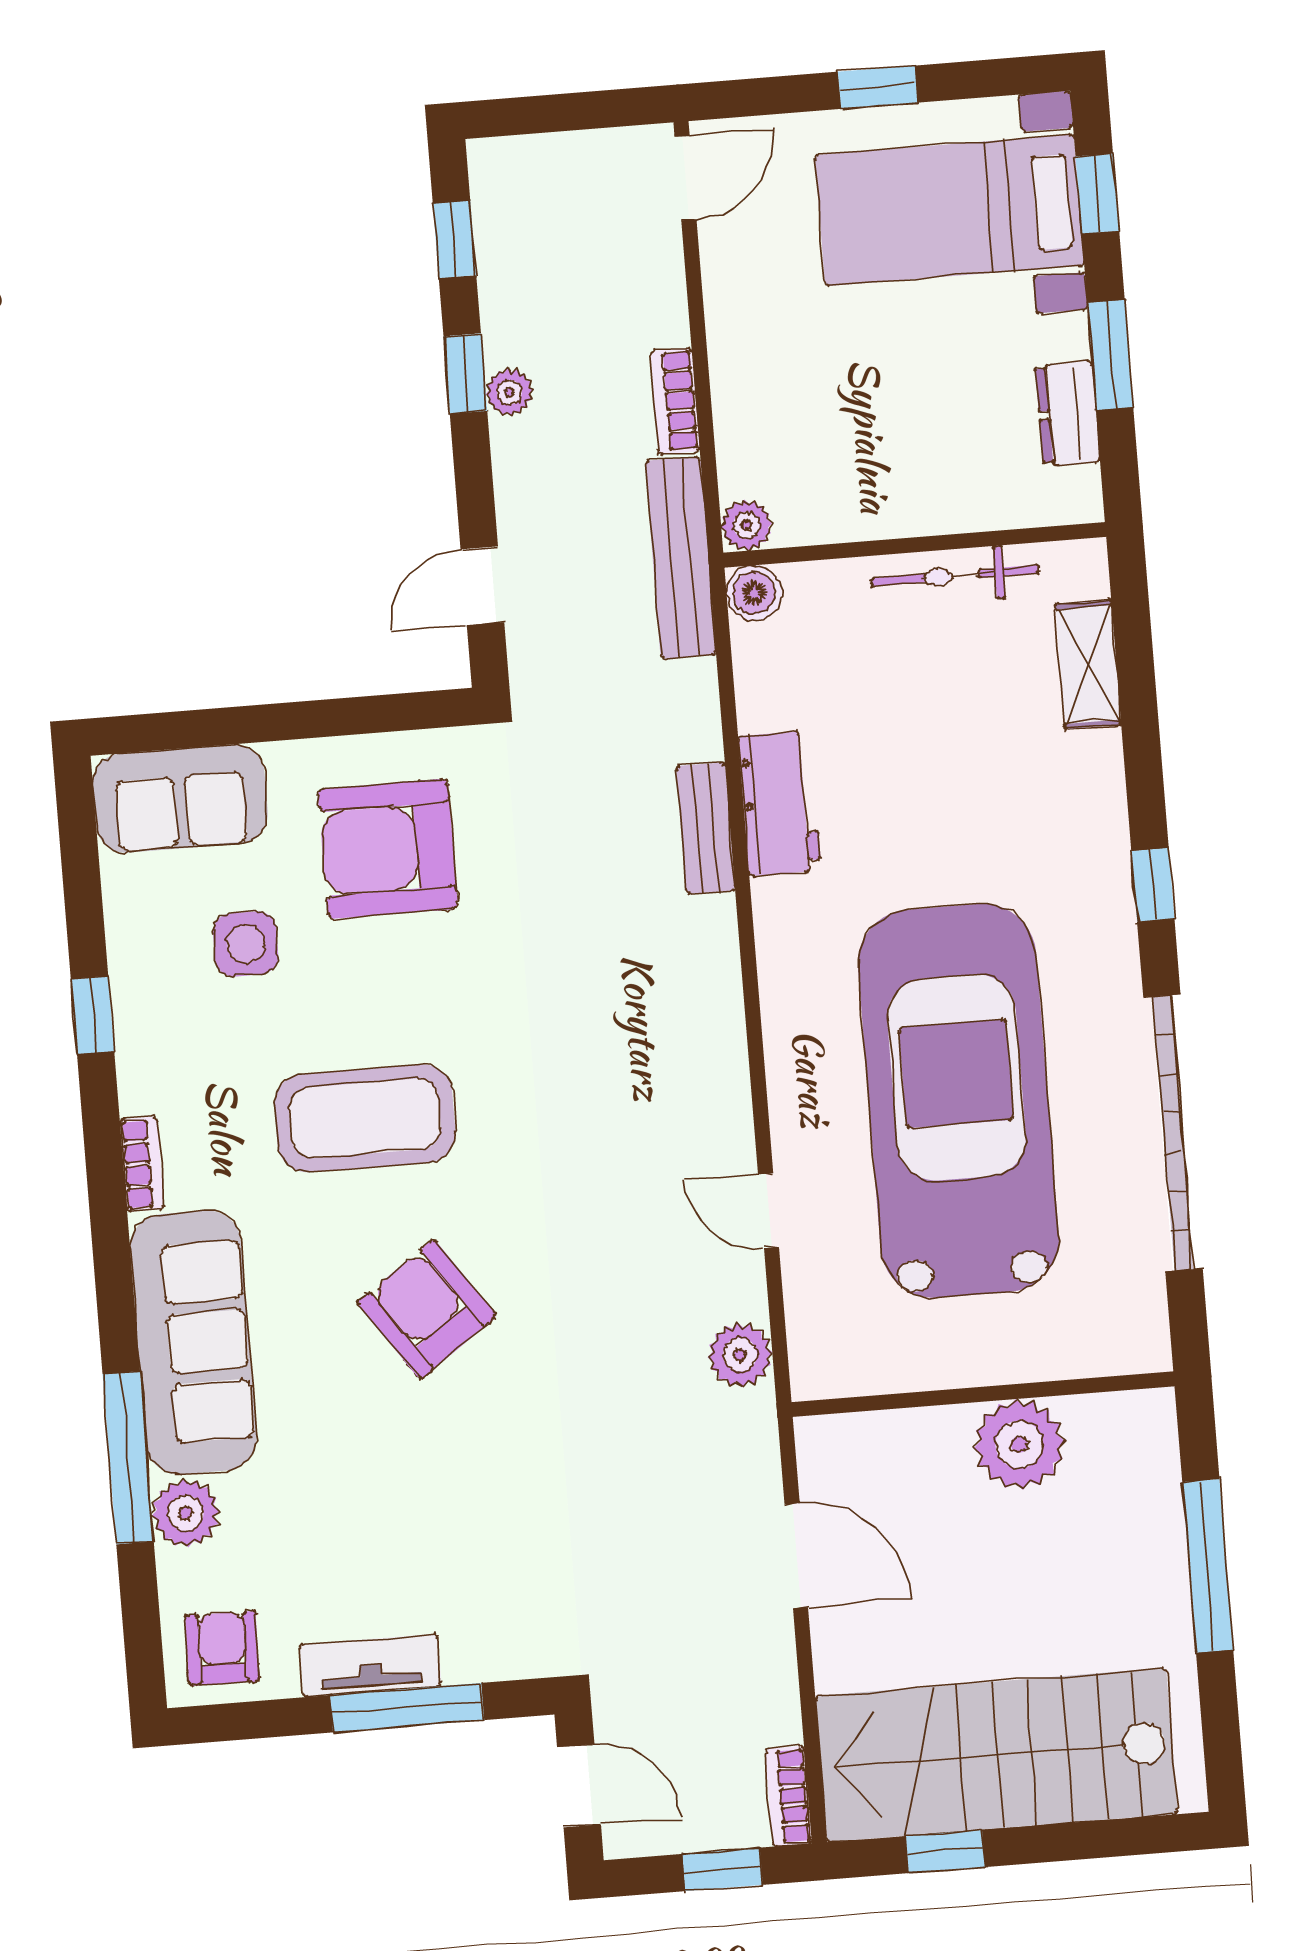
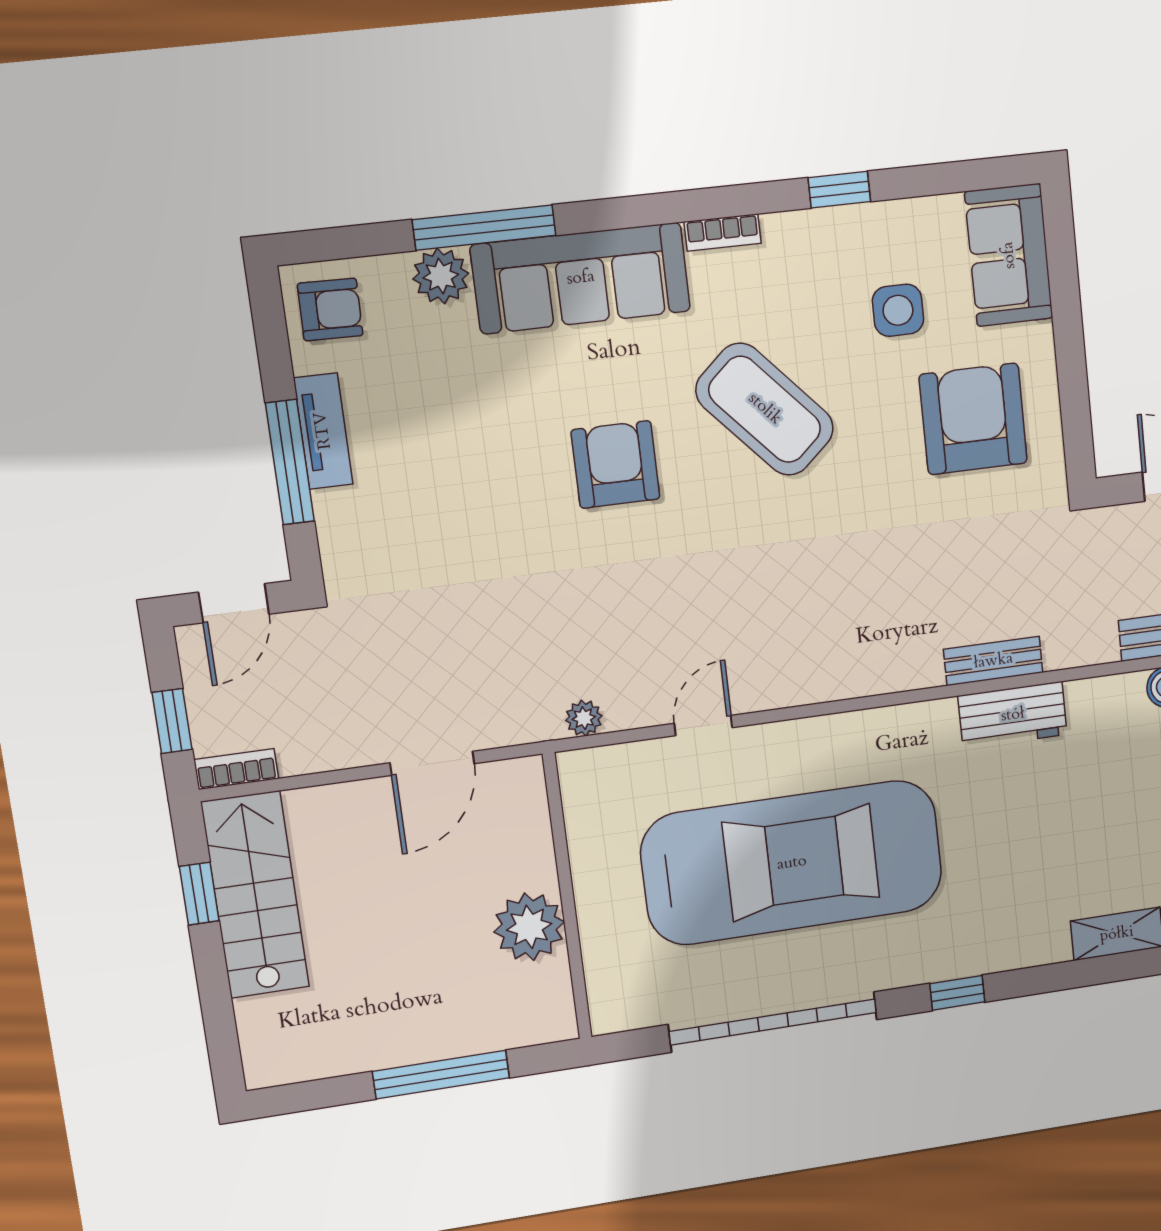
coffee table: (365, 1118) -> (765, 409), turned -42
armchair: (427, 1309) -> (615, 464), turned -55
plant: (740, 1355) -> (584, 718), width x0.73, depth x0.73
stairs: (996, 1755) -> (255, 895), width x0.73, depth x0.66

